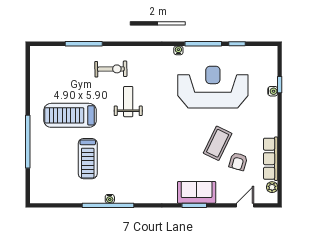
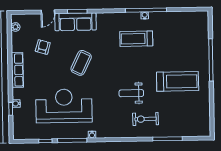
reception desk: (213, 87) -> (64, 106), turned 180
weight bench: (128, 102) -> (131, 93), turned 90
coffee table: (218, 143) -> (81, 63), moved
treadmill: (88, 159) -> (136, 39), moved, turned -90
row of seats: (271, 159) -> (17, 70), moved
sofa: (197, 192) -> (76, 22), width x1.36
door: (245, 205) -> (48, 12), moved

